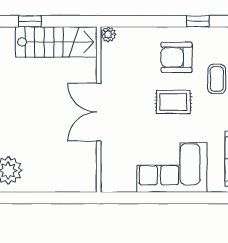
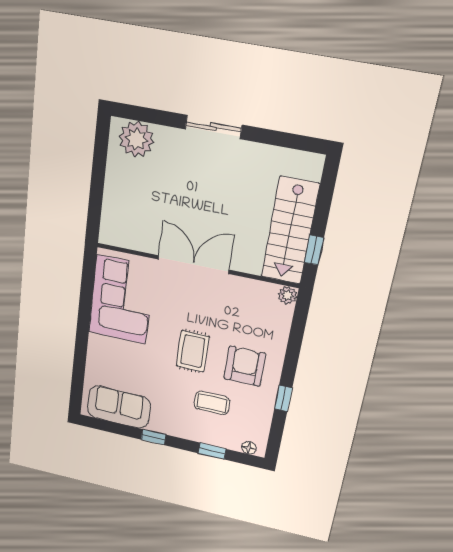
window: (30, 21) -> (314, 250), moved
corner sofa: (172, 167) -> (121, 300), moved

